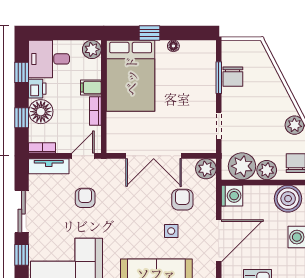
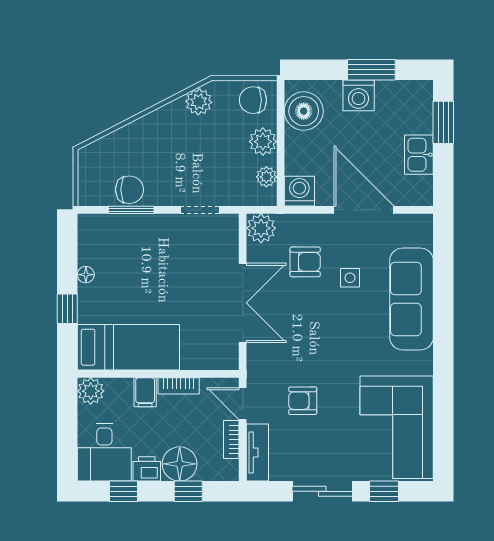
bed: (131, 76) -> (128, 347), width x0.67
bookcase: (42, 148) -> (231, 440), moved
plant: (242, 166) -> (266, 177), width x0.53, depth x0.53
armchair: (182, 200) -> (305, 262), turned 180

